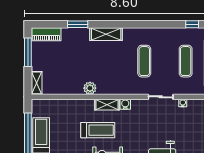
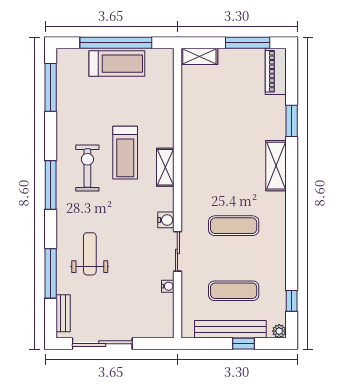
plant: (90, 88) -> (191, 140), removed
water cooler: (125, 104) -> (166, 220), moved

